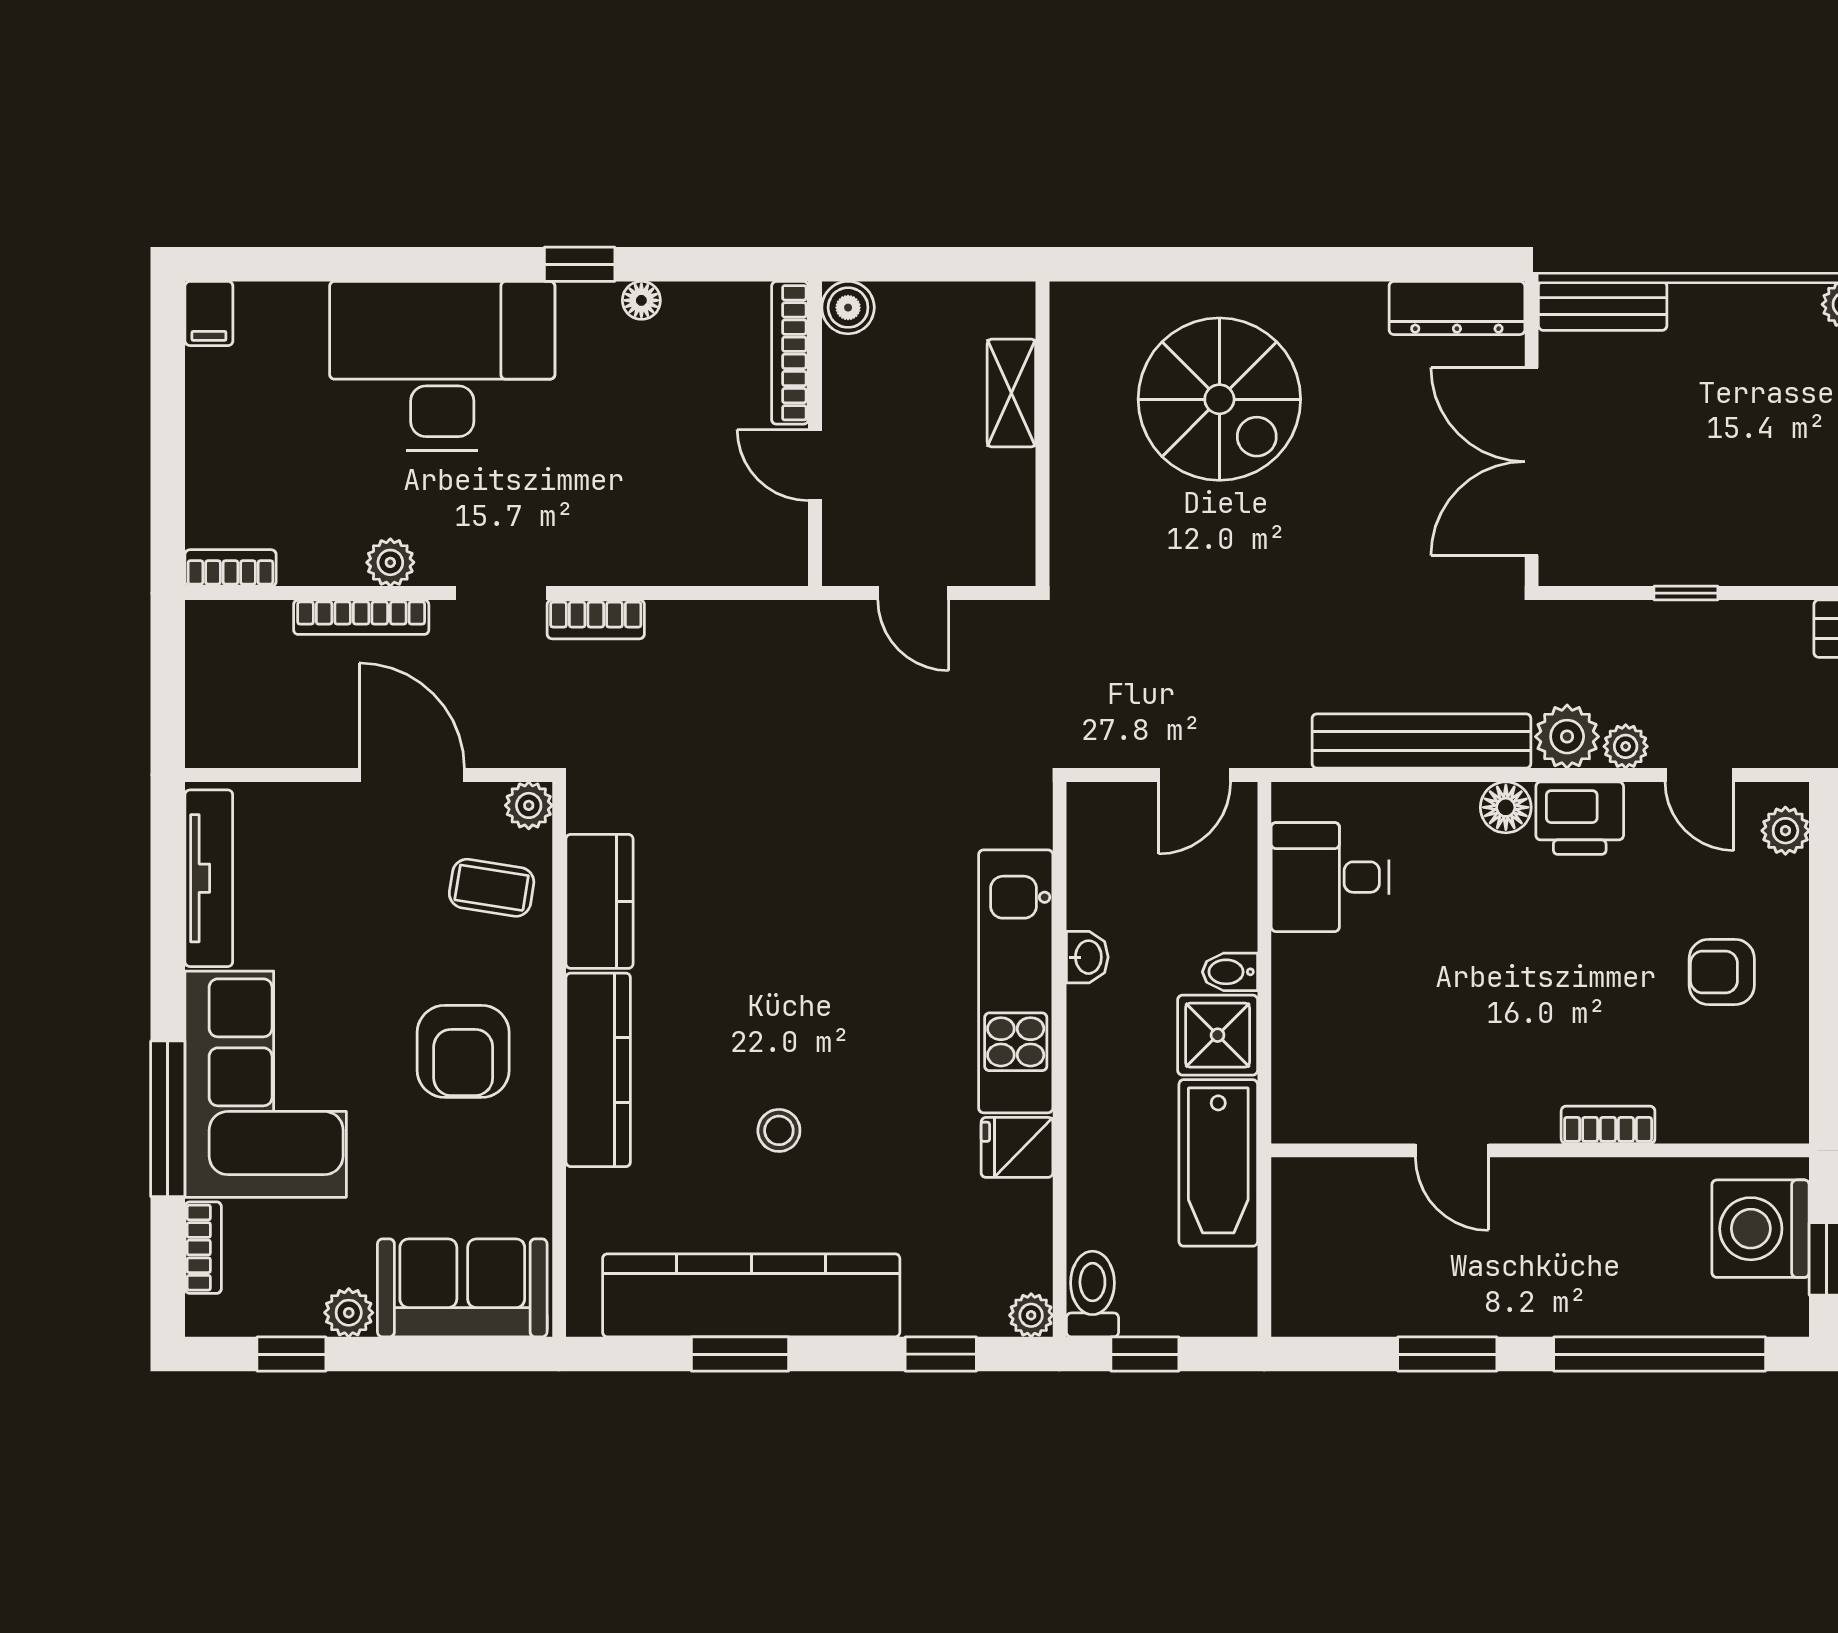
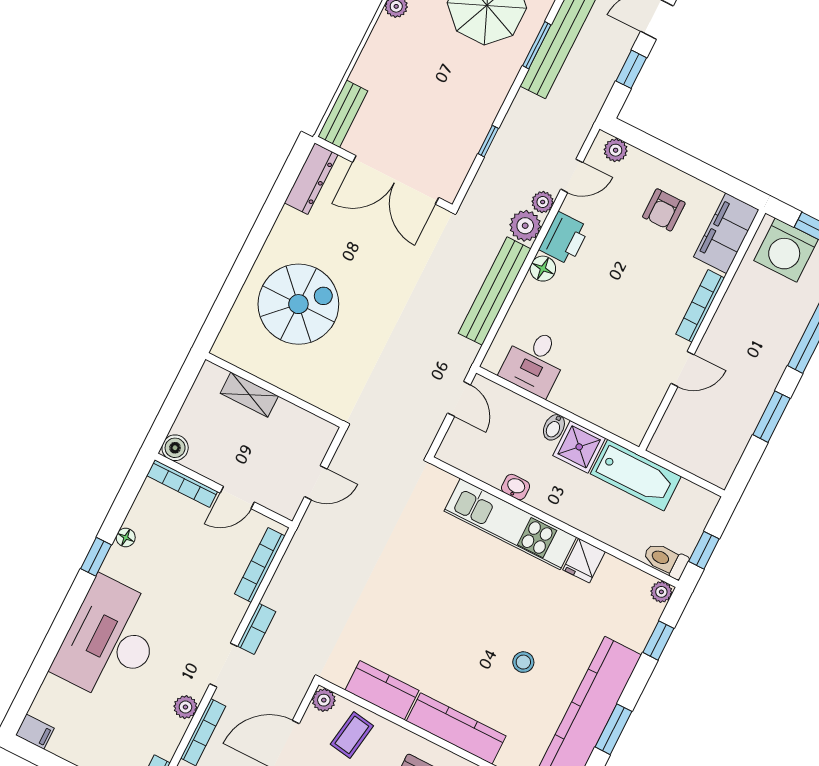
bookcase: (714, 567) -> (260, 565), added
filing cabinet: (1737, 1106) -> (726, 233), added
bookcase: (1608, 1125) -> (700, 306), width x1.56

